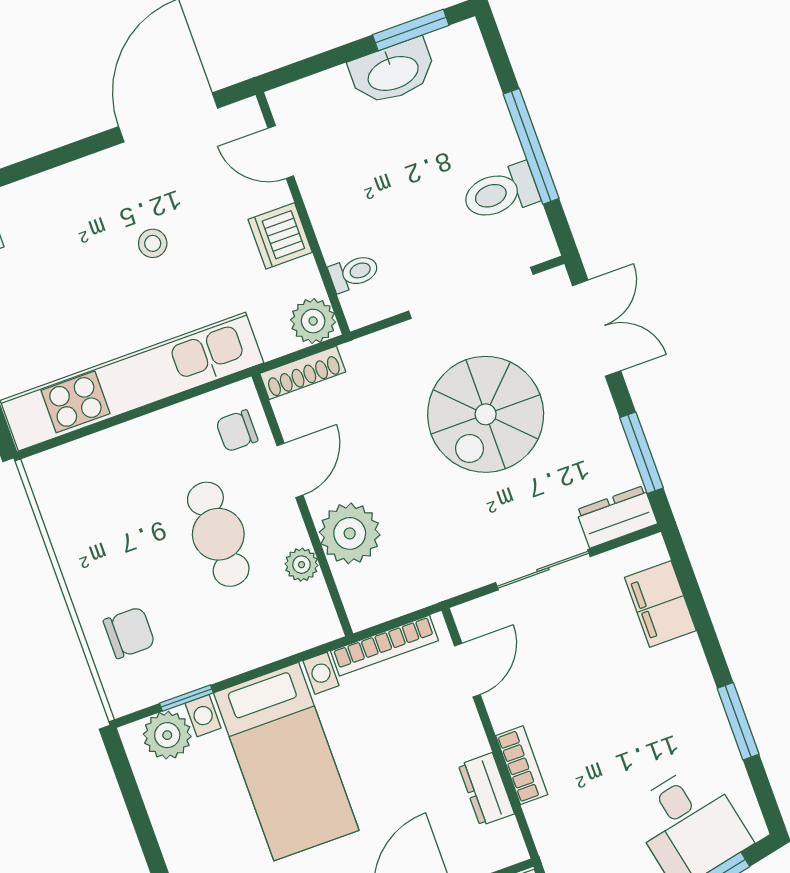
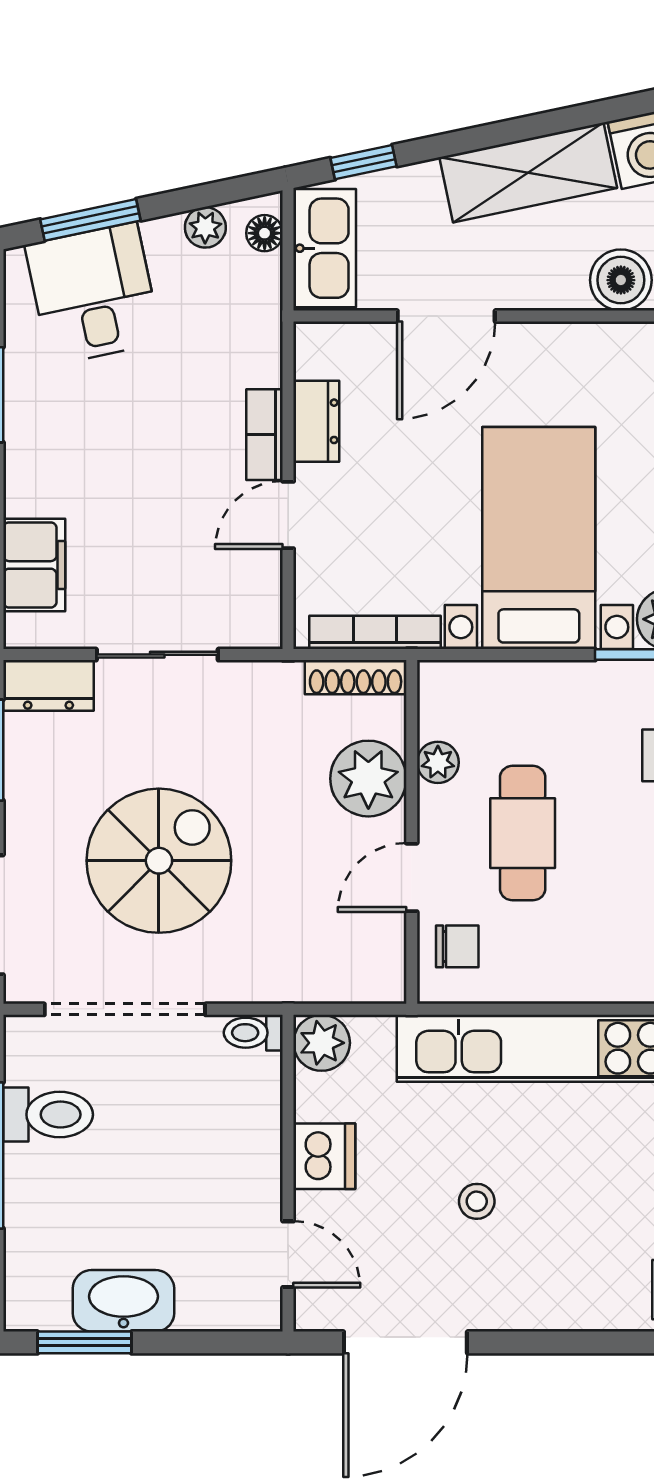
toilet: (354, 273) -> (253, 1033), moved
shoe rack: (303, 373) -> (356, 677), moved, turned 180
door: (467, 670) -> (288, 515), moved

